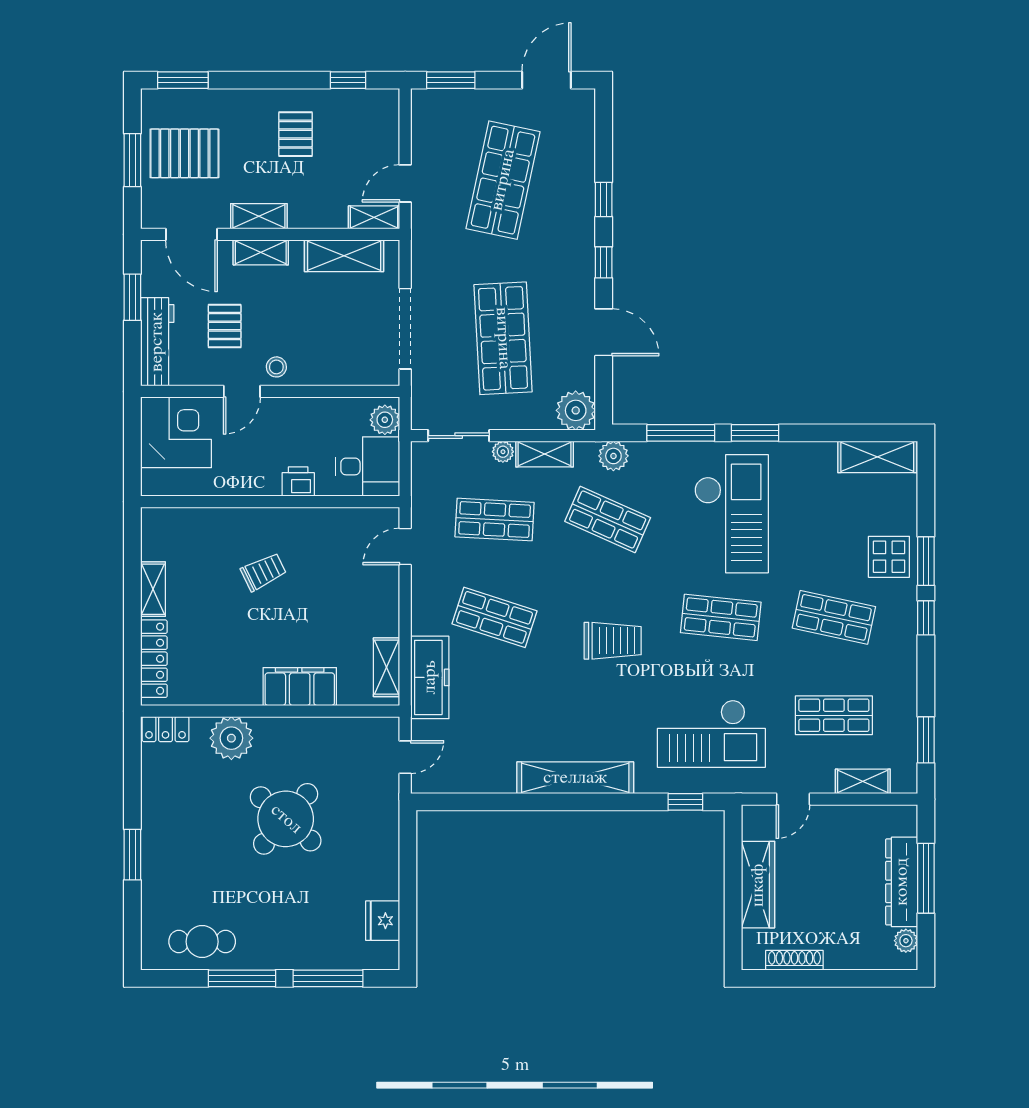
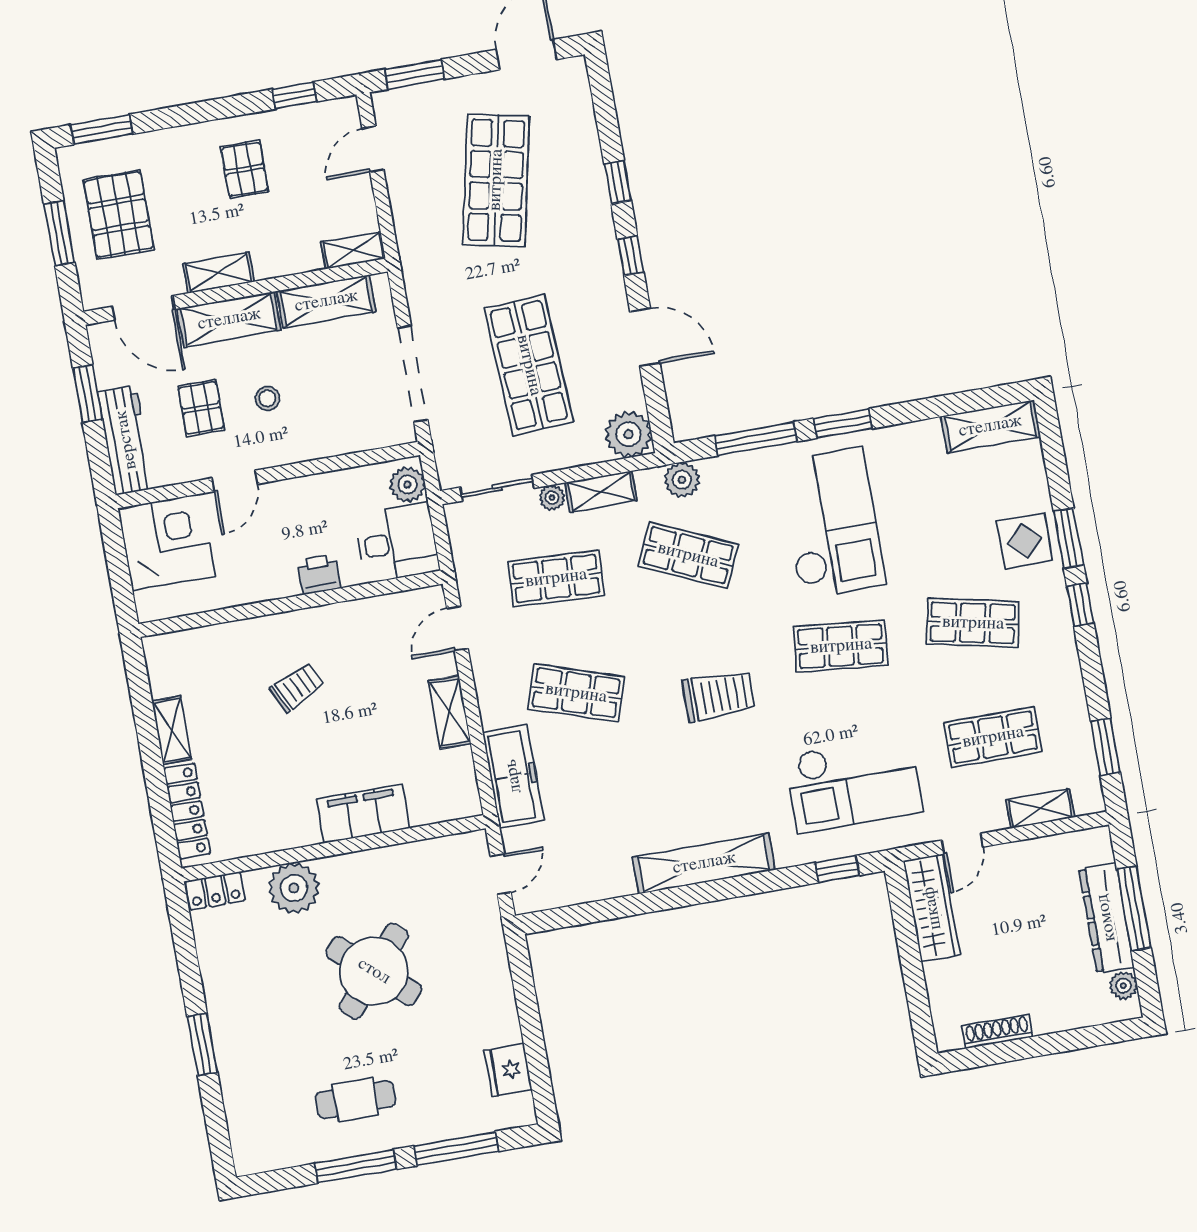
pallet: (184, 153) -> (119, 215), turned 90
door: (405, 183) -> (373, 149), moved
shelving: (261, 252) -> (229, 319), width x1.50, depth x1.33
stool: (276, 367) -> (267, 398), moved
shelving: (387, 667) -> (450, 712), moved
wardrobe: (758, 885) -> (932, 908), moved
cafe table: (202, 942) -> (355, 1099), moved

